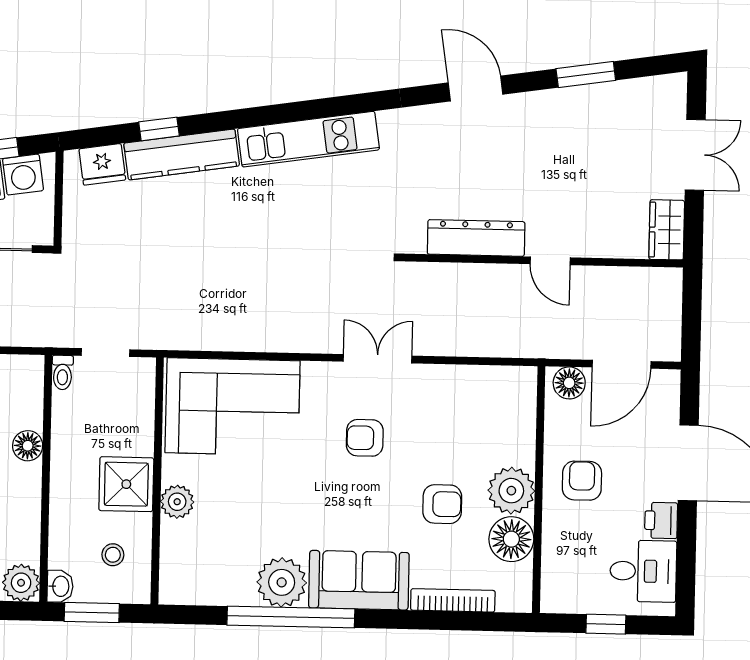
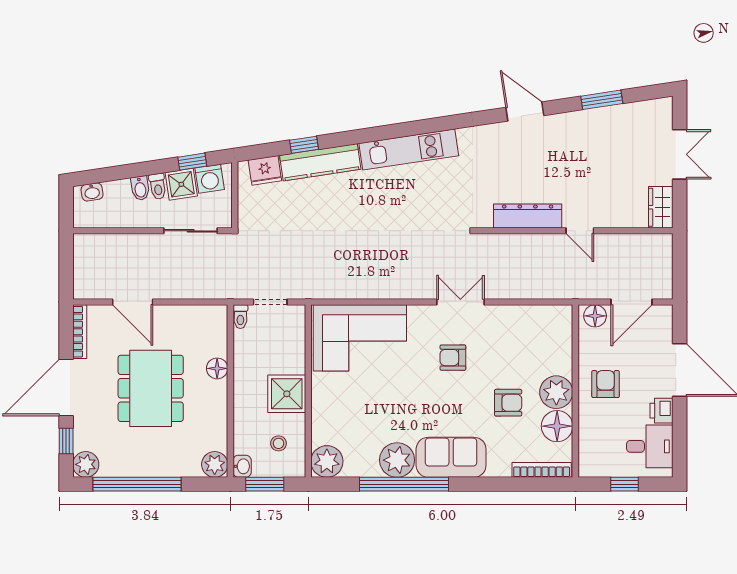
plant: (177, 502) -> (327, 461), moved, width x1.36, depth x1.36
bookcase: (453, 600) -> (542, 470), moved

